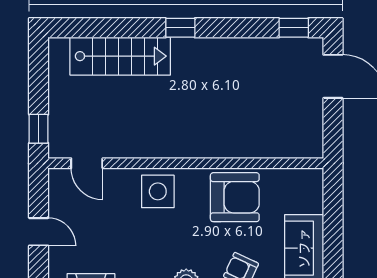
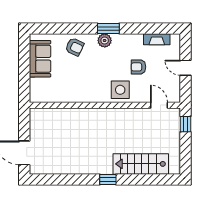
window: (294, 28) -> (46, 179), removed
armchair: (235, 197) -> (138, 67), moved, width x0.53, depth x0.53

